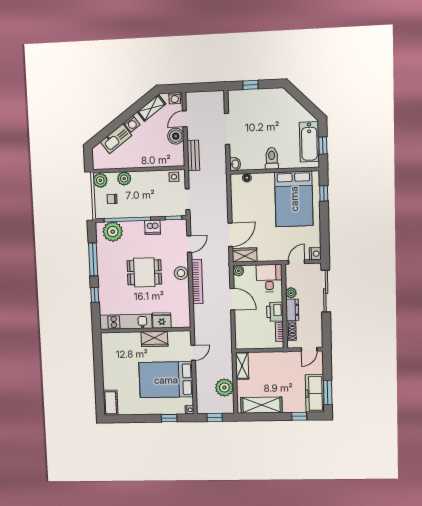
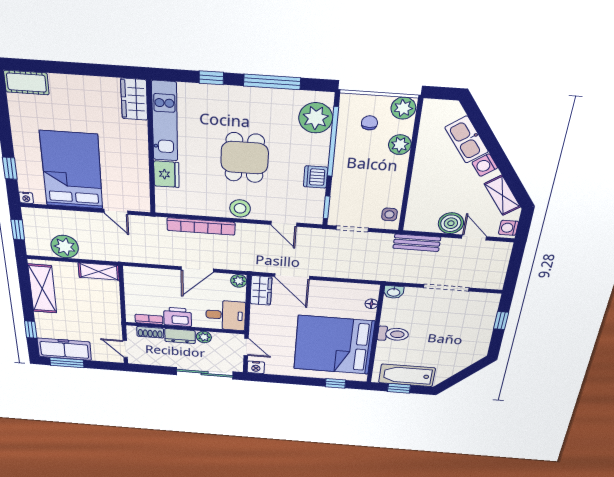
bed: (294, 199) -> (334, 345), width x1.36
bookcase: (197, 282) -> (201, 226), moved
wardrobe: (154, 339) -> (134, 99), moved

